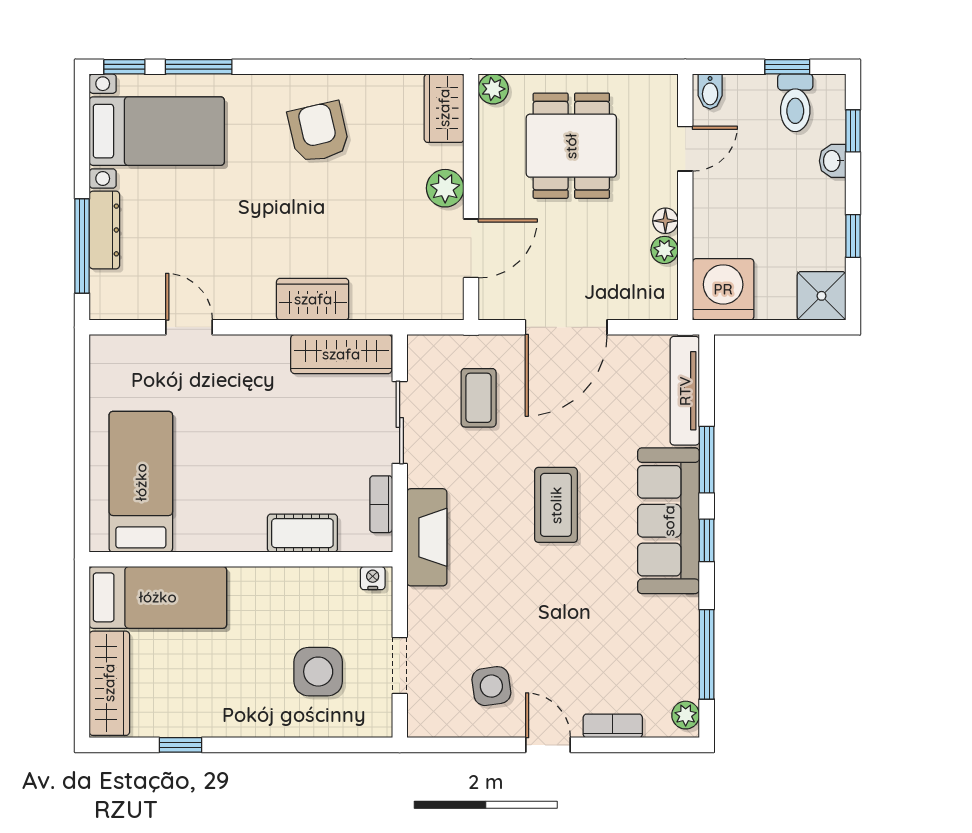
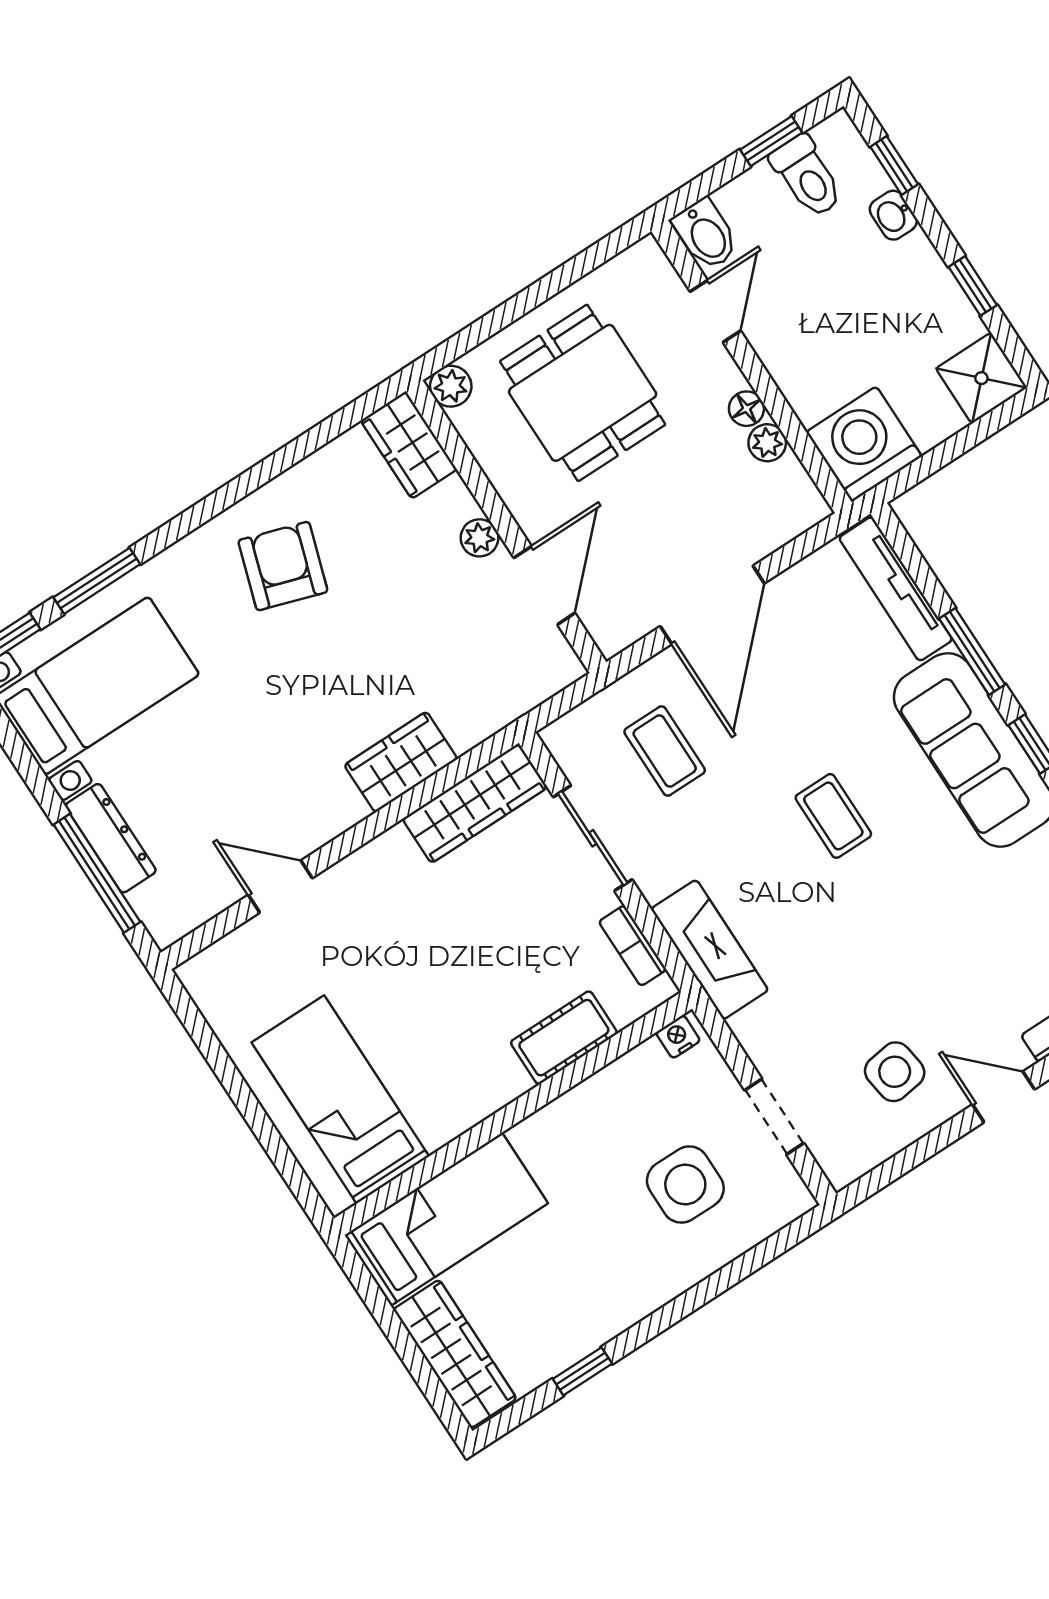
bidet: (710, 91) -> (706, 234), width x1.38, depth x1.36
armchair: (319, 132) -> (283, 566), turned 31
plant: (445, 188) -> (479, 538), width x0.73, depth x0.73
coffee table: (556, 505) -> (833, 816), width x0.73, depth x0.77

